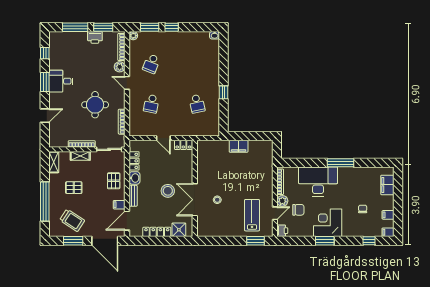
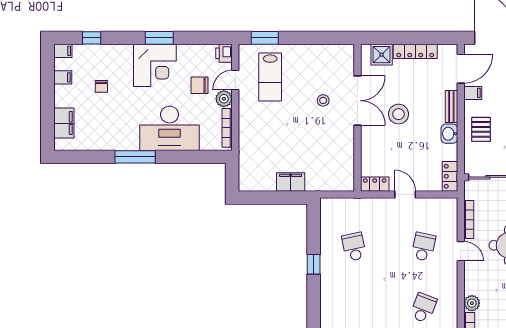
door: (127, 83) -> (461, 251), moved
locker: (134, 161) -> (450, 176), moved

